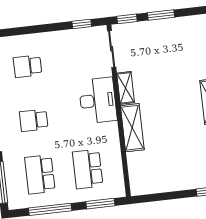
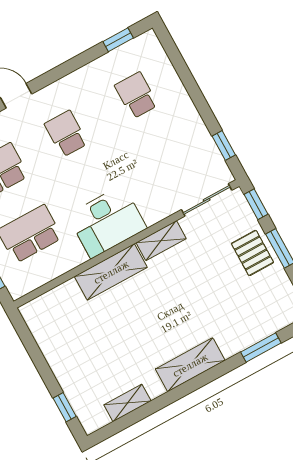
pallet: (157, 33) -> (252, 253), added
desk: (98, 100) -> (107, 222), moved

